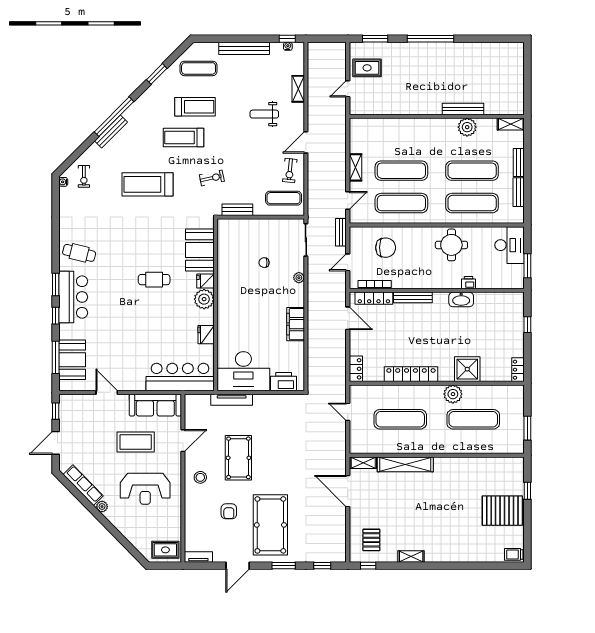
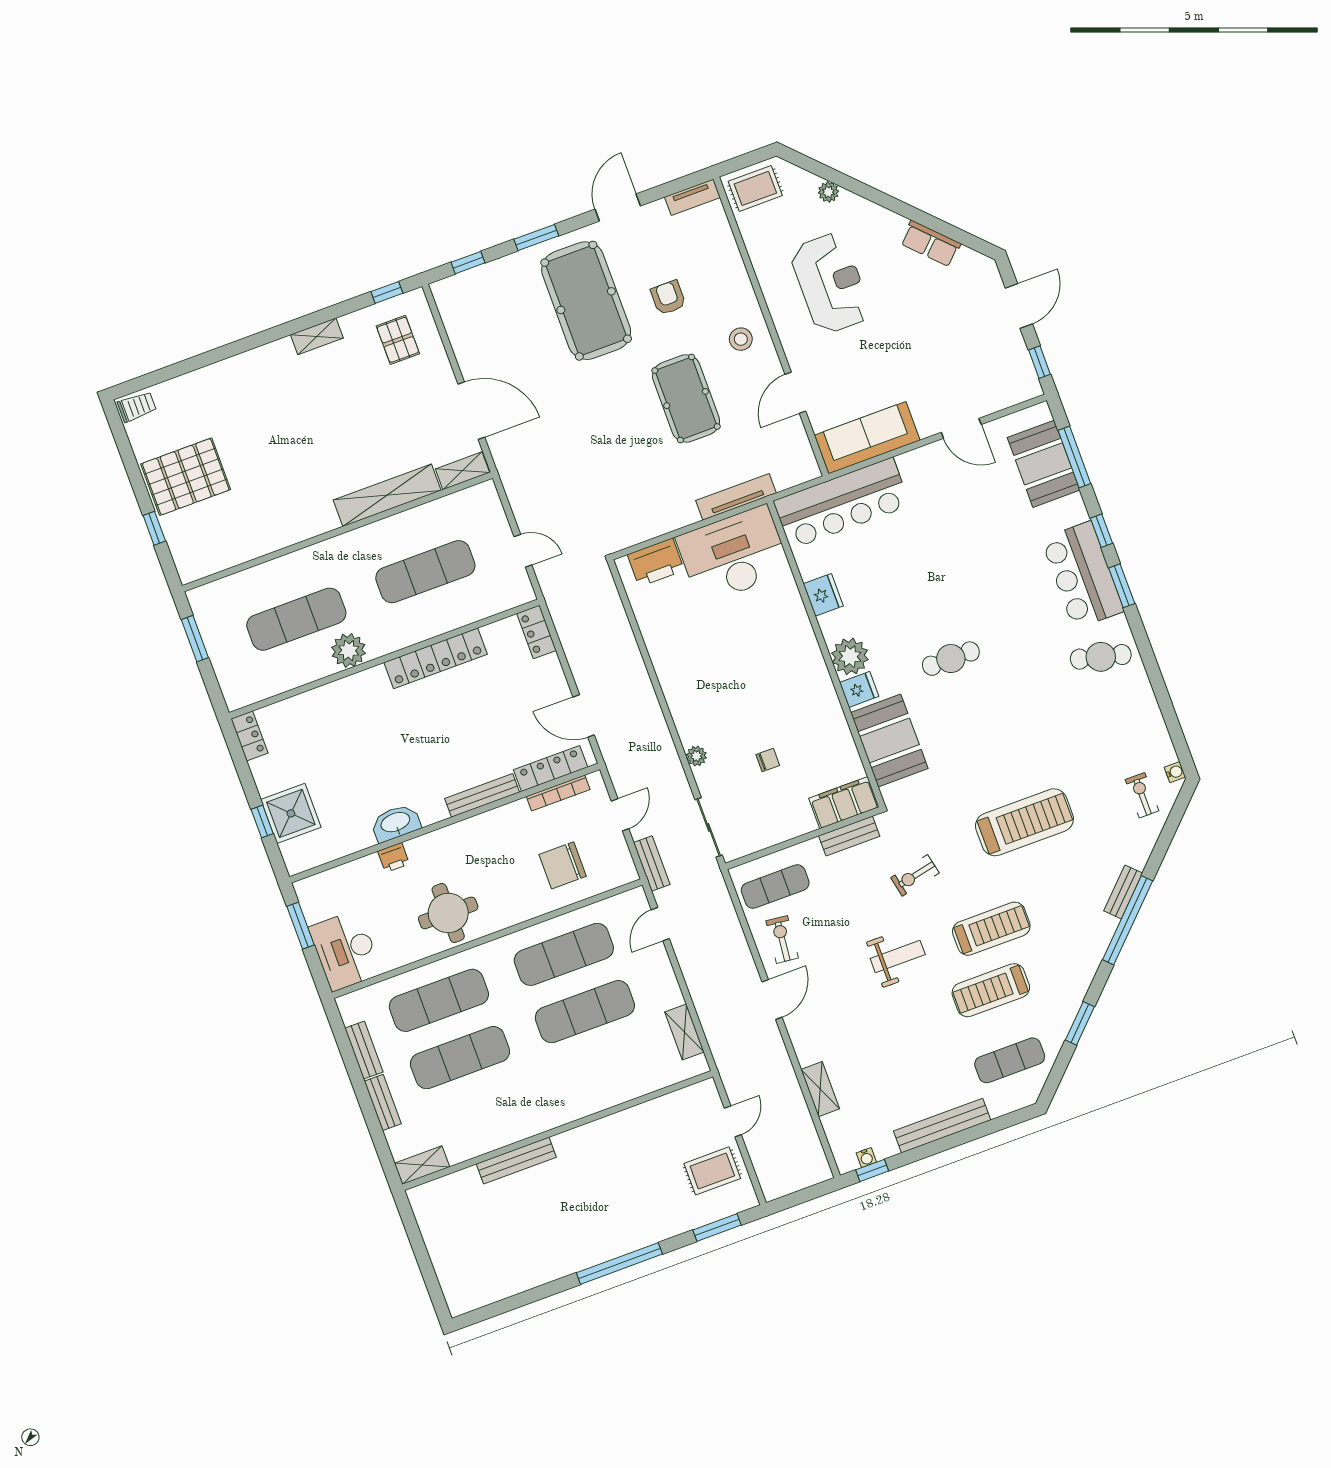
weight bench: (264, 114) -> (898, 957), moved
plant: (467, 127) -> (497, 1131), removed
bench: (111, 132) -> (1123, 892), width x0.73
shelving: (355, 167) -> (684, 1032), moved
filing cabinet: (296, 324) -> (844, 803), moved, turned -90
shower: (467, 369) -> (291, 813), moved
coffee table: (136, 442) -> (878, 360), removed
row of seats: (83, 485) -> (931, 244), width x0.68
reception desk: (145, 489) -> (831, 283), turned 90
plant: (102, 507) -> (828, 192), moved

